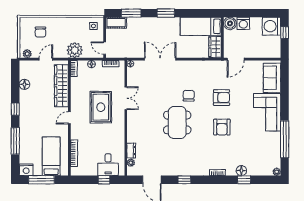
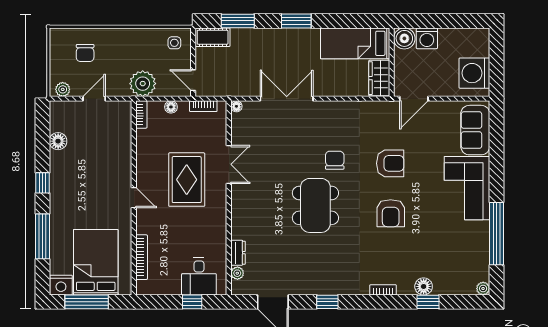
washing machine: (272, 26) -> (474, 73), moved
window: (285, 33) -> (496, 54), removed
wardrobe: (61, 86) -> (120, 143), removed
door: (69, 118) -> (134, 198), swing flipped
bed: (51, 156) -> (96, 262), width x1.50

